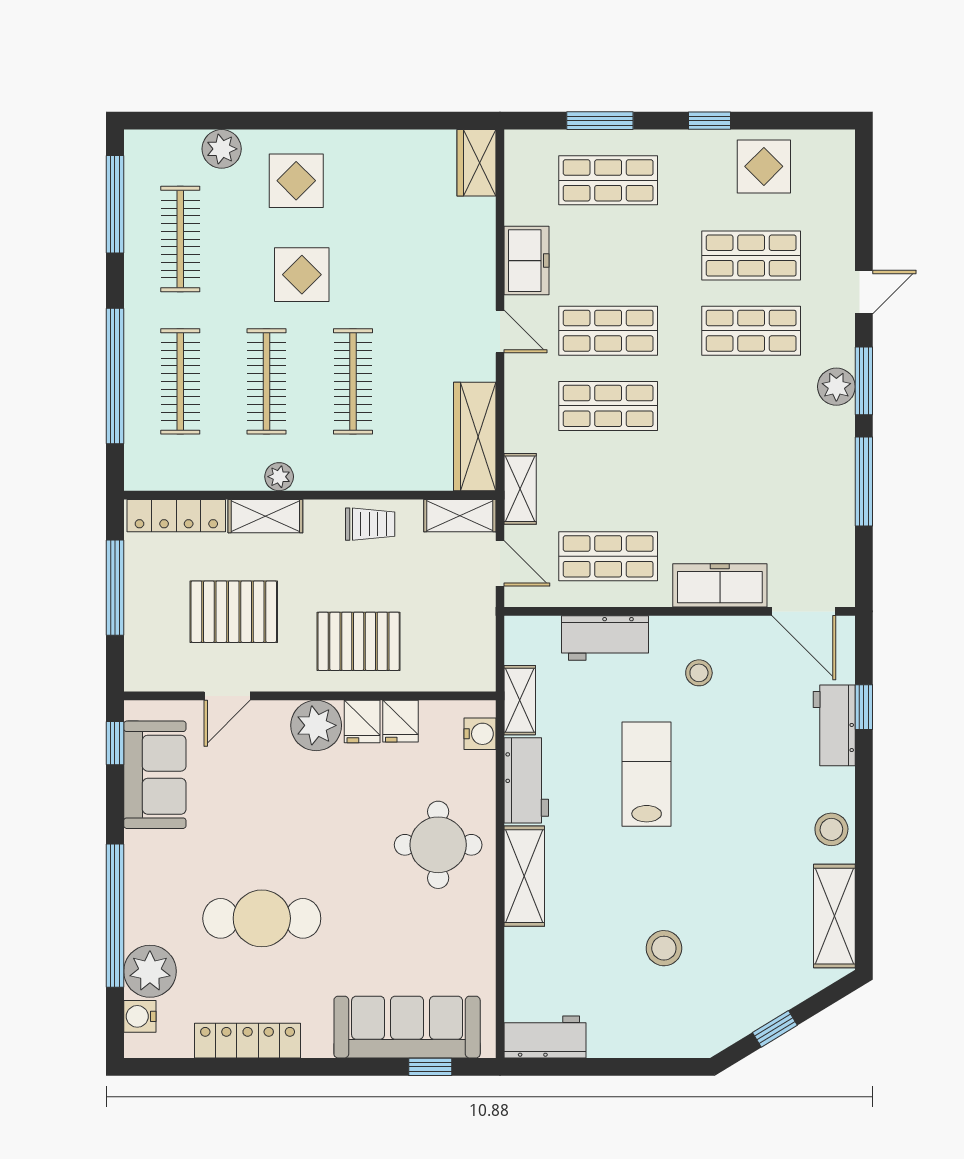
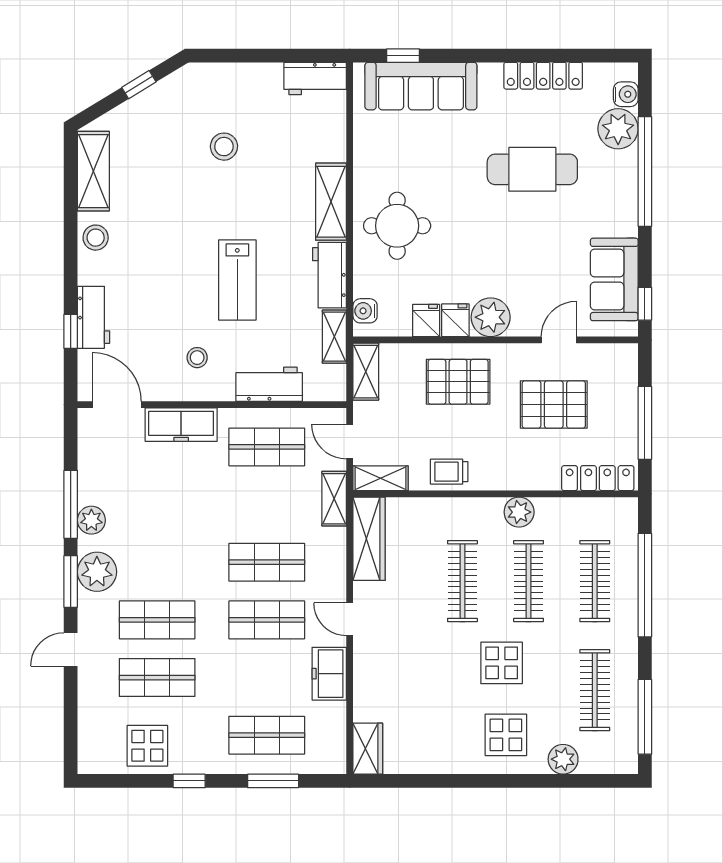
plant: (836, 387) -> (97, 572), width x1.36, depth x1.36
plant: (837, 461) -> (91, 520), added
plant: (279, 477) -> (519, 512), width x1.38, depth x1.38
shelving: (265, 516) -> (366, 372), moved, turned 90

